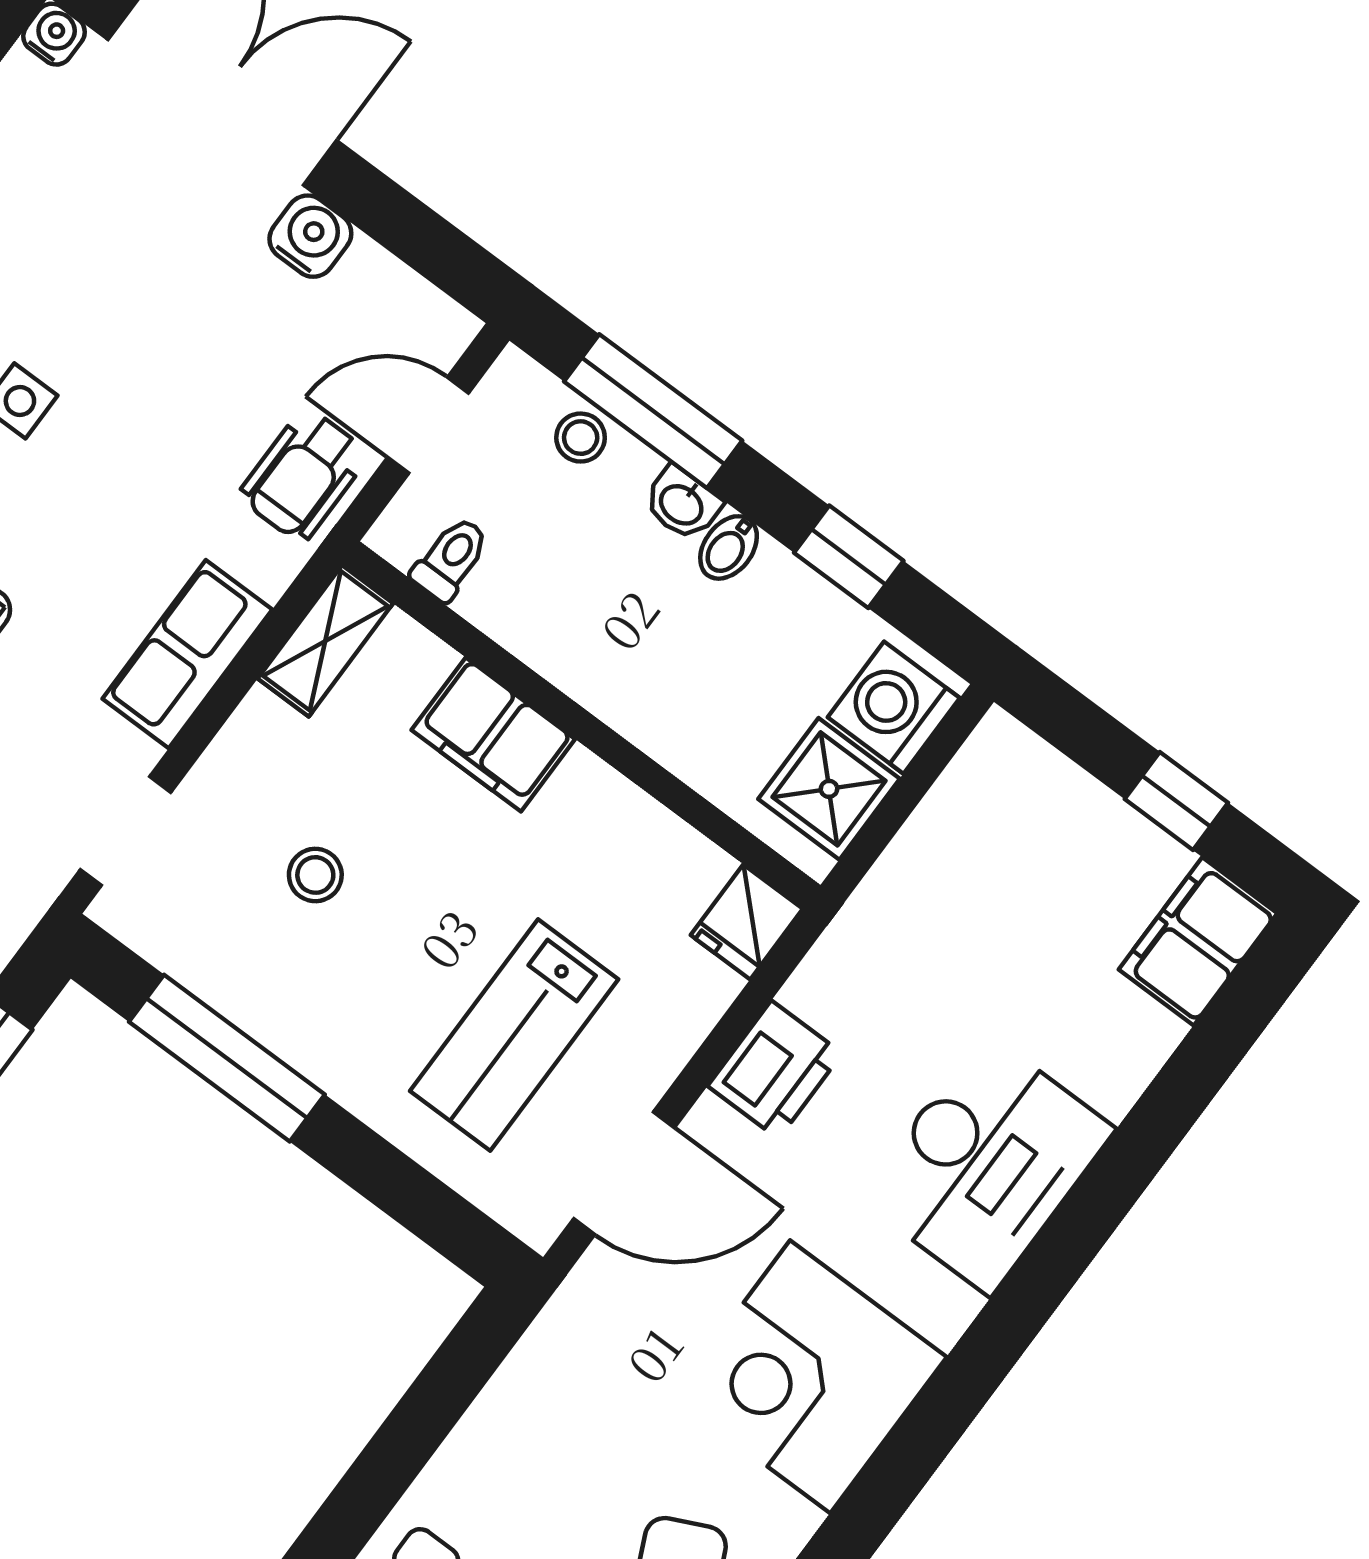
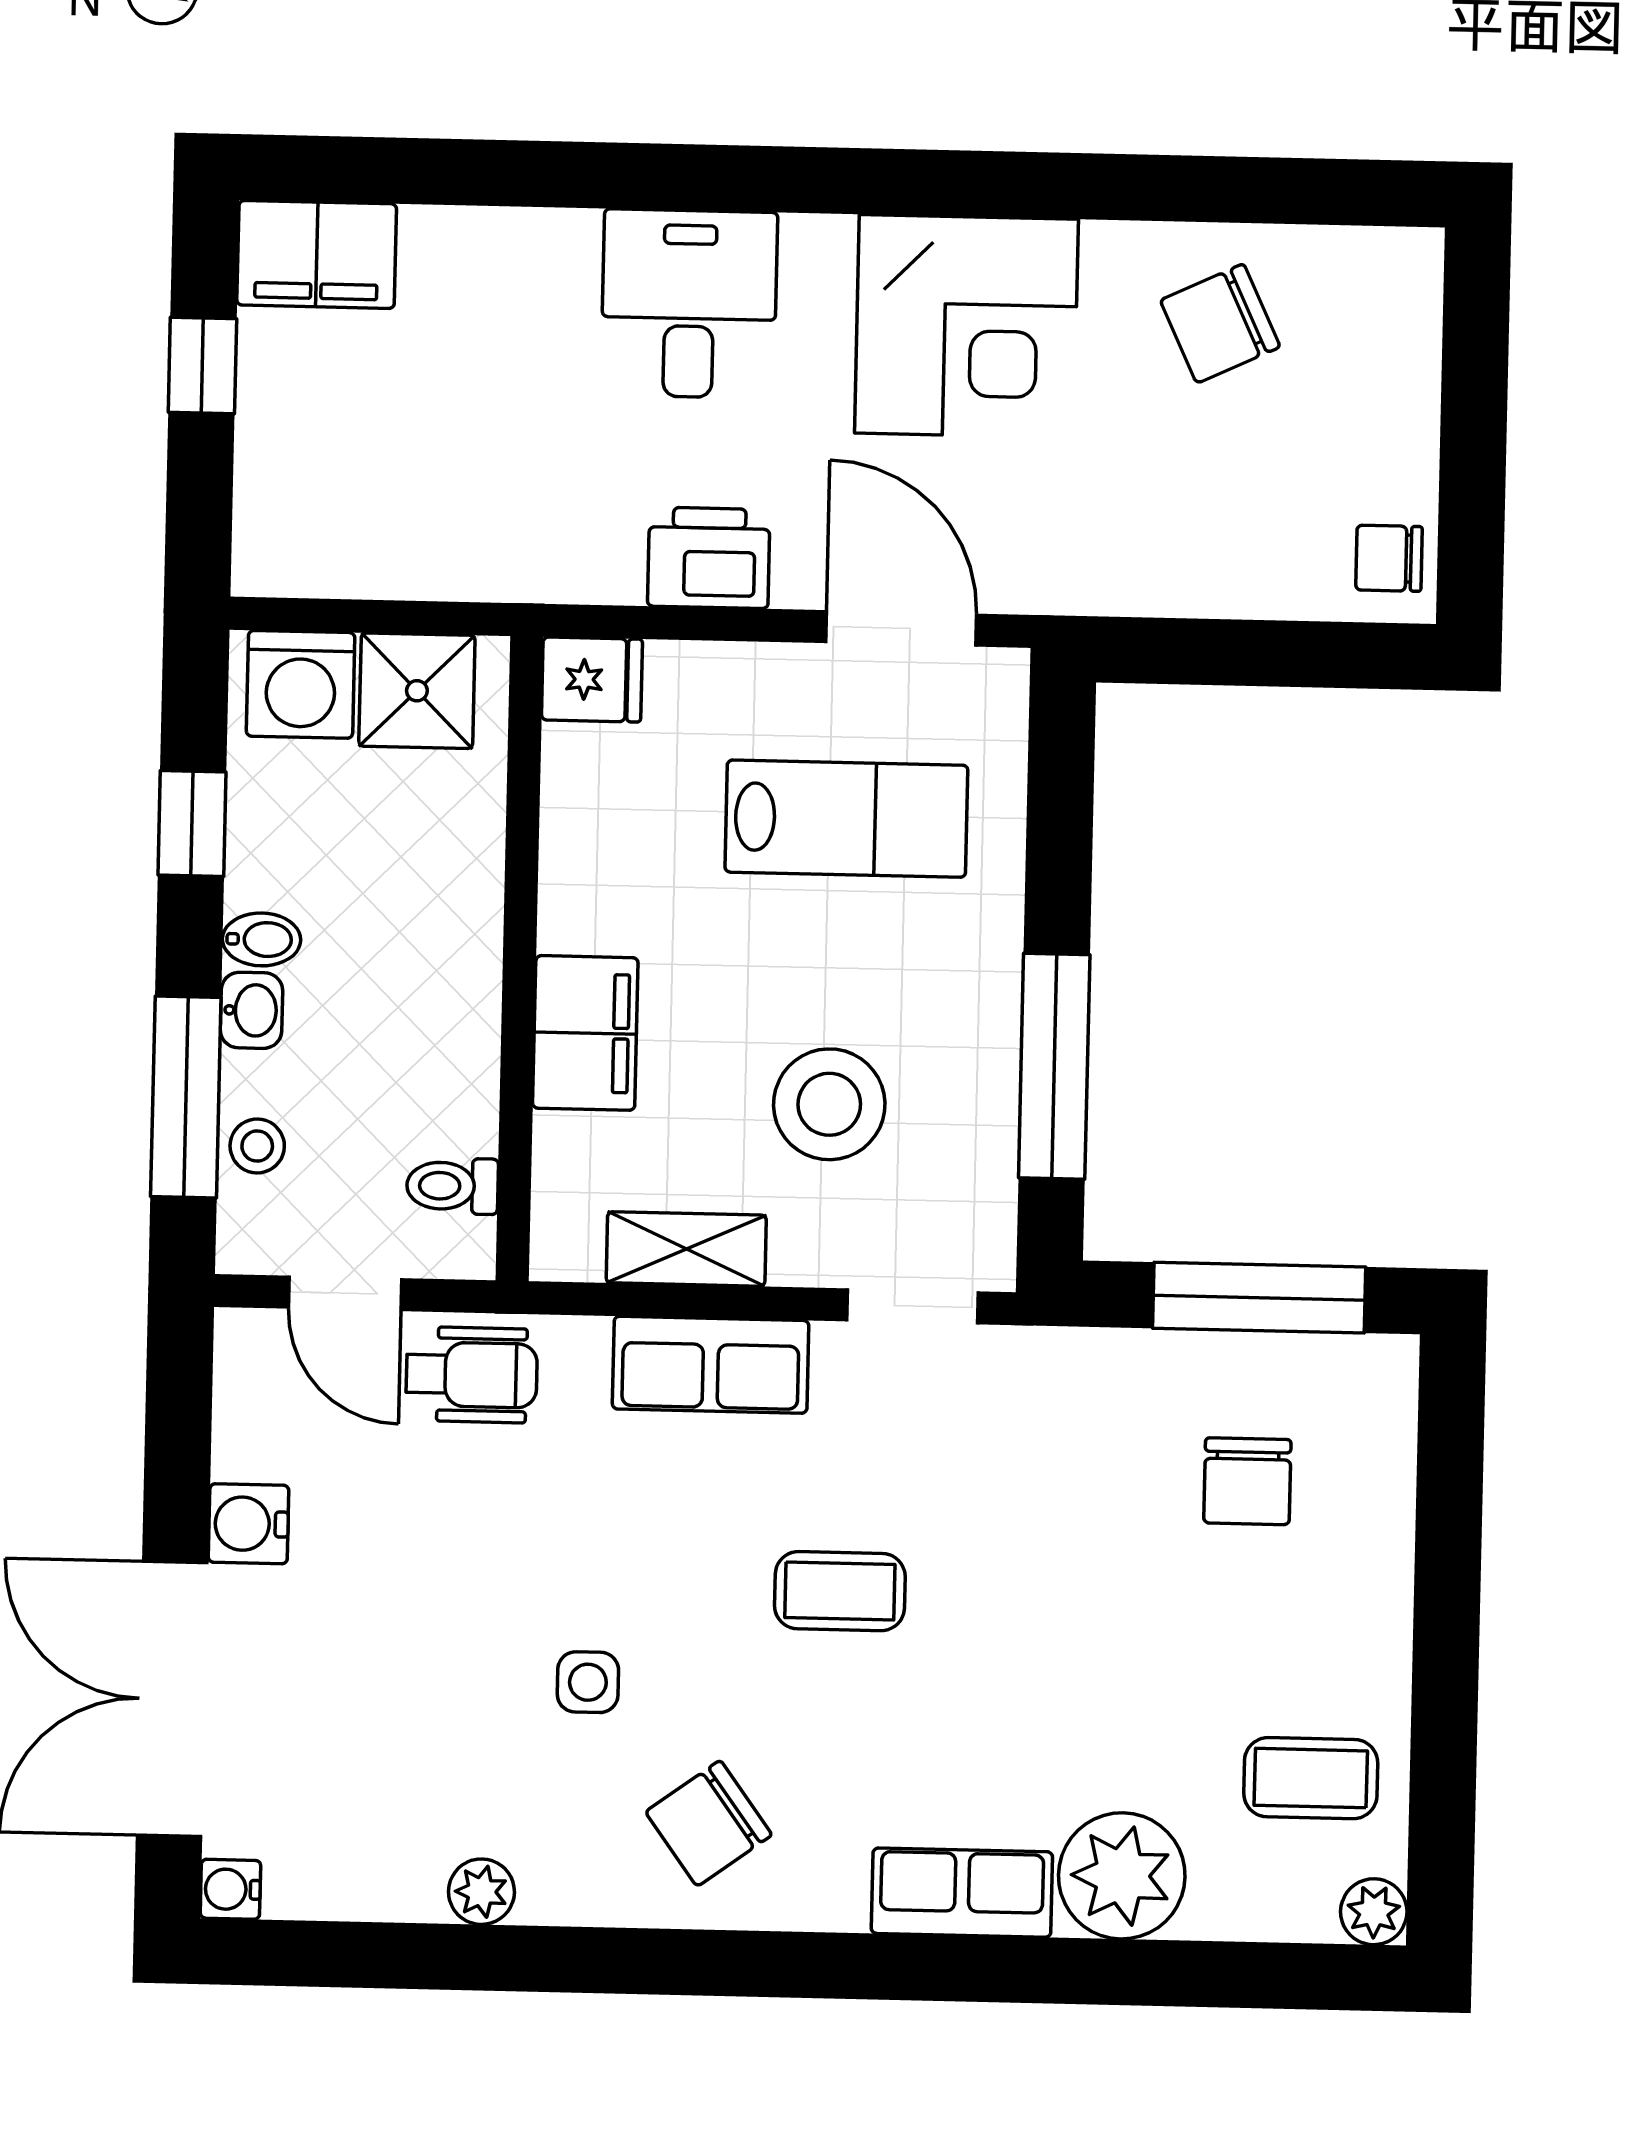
shelving: (325, 641) -> (686, 1249), moved
stool: (315, 875) -> (829, 1104), width x1.89, depth x1.89
desk: (987, 1164) -> (689, 304), width x0.73

